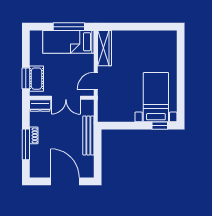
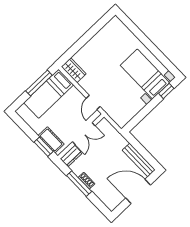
wardrobe: (105, 48) -> (74, 70), width x0.67
bench: (88, 135) -> (139, 160), moved
window: (26, 144) -> (79, 184), moved

